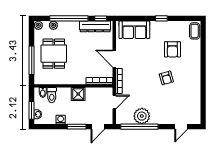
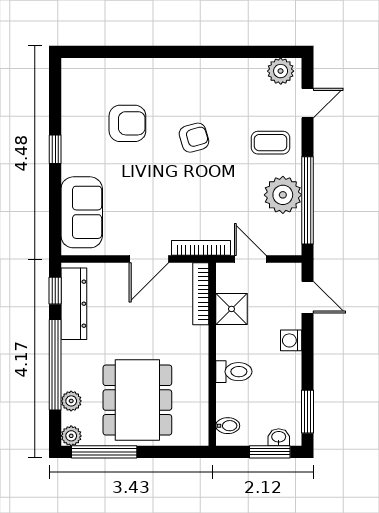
coffee table: (195, 31) -> (271, 143), moved
dining table: (54, 54) -> (137, 400), width x1.38
window: (32, 60) -> (104, 452), moved
shower: (78, 94) -> (232, 309), moved
toilet: (52, 95) -> (234, 372), moved
plant: (195, 115) -> (281, 71), added
washing machine: (61, 120) -> (291, 340), moved
window: (77, 127) -> (308, 412), moved
door: (181, 127) -> (308, 103), hinge flipped

